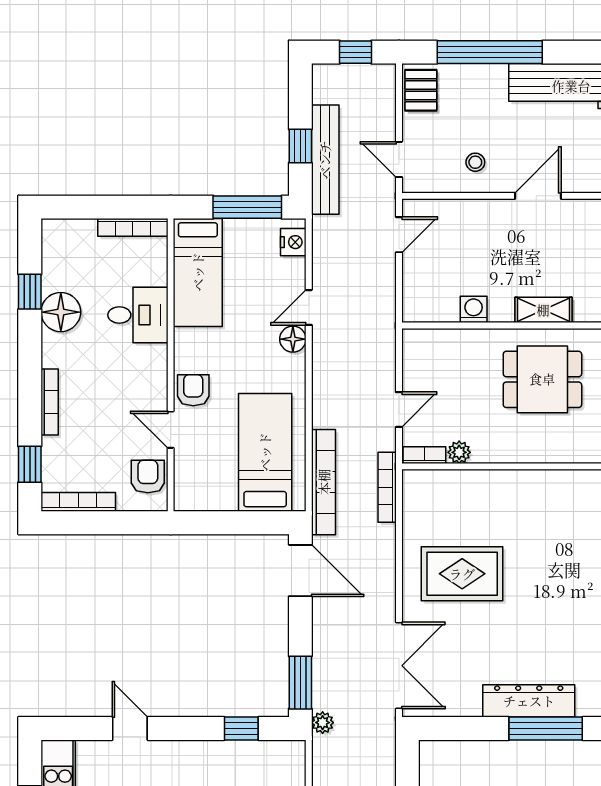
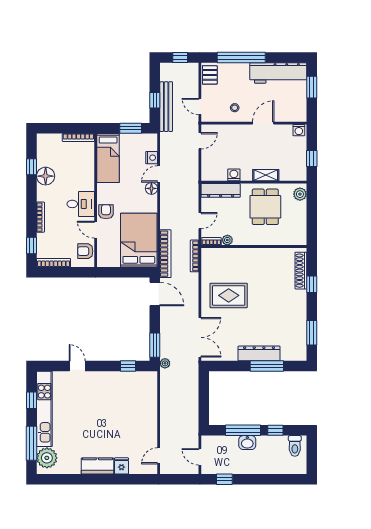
window: (247, 207) -> (131, 128), width x0.69
nightstand: (293, 242) -> (152, 158), moved
desk: (138, 315) -> (81, 204), moved
dresser: (444, 344) -> (221, 190), added
dining table: (542, 379) -> (265, 207), turned 90
bed: (265, 452) -> (139, 240), width x1.50
armchair: (148, 476) -> (85, 251), turned -90

